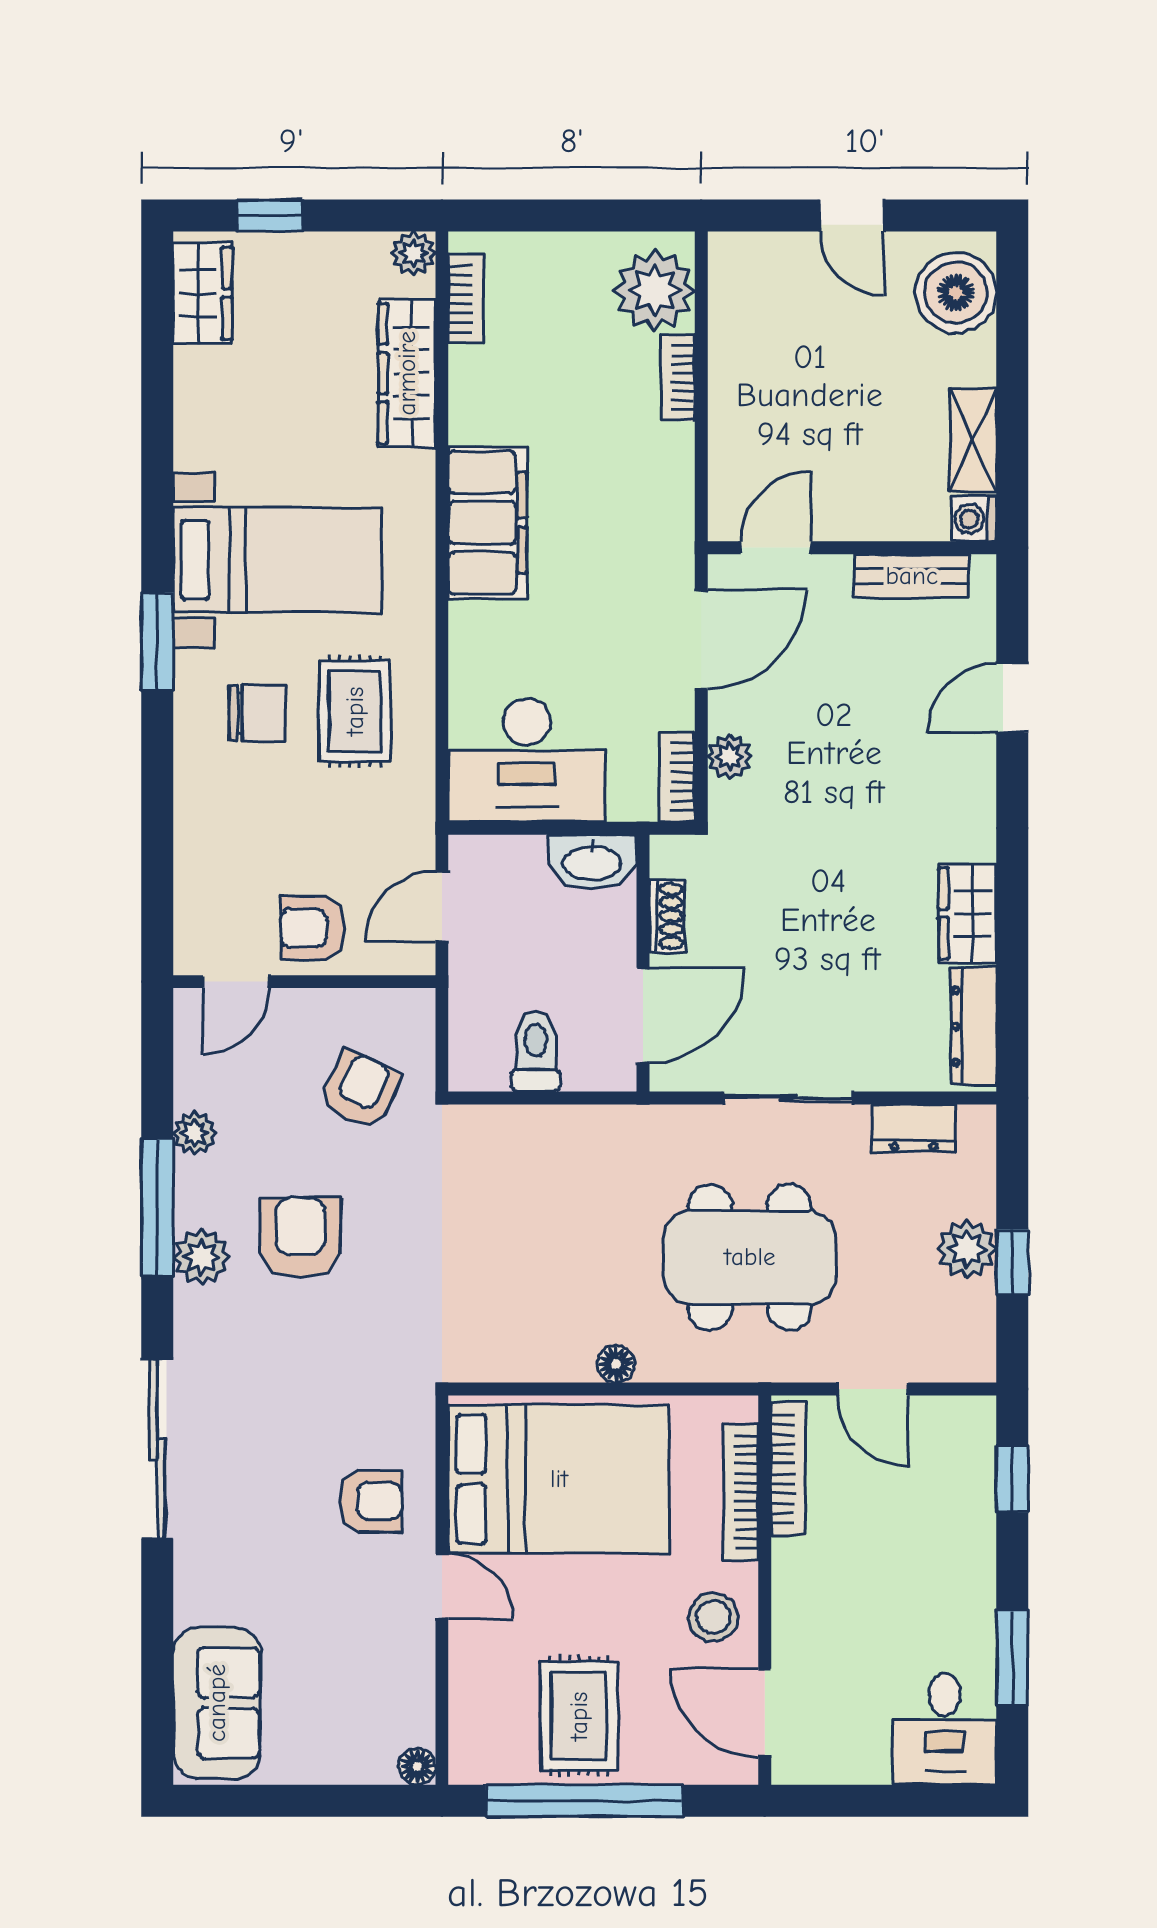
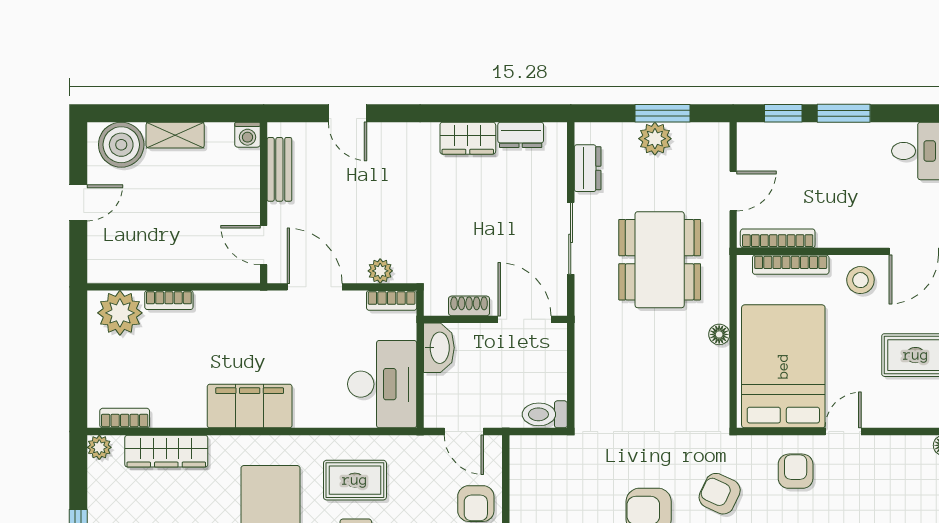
shelving: (973, 440) -> (175, 135), moved
dresser: (973, 1026) -> (521, 135), width x0.70
toilet: (536, 1051) -> (545, 414), moved
armchair: (360, 1090) -> (720, 494), moved
window: (1012, 1262) -> (662, 113), width x1.50
window: (1012, 1658) -> (844, 113), moved

